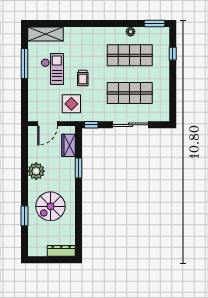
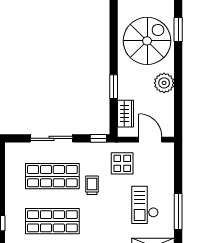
trolley: (83, 78) -> (92, 185), moved
door: (48, 124) -> (150, 140), hinge flipped
spiral stairs: (50, 206) -> (147, 41), width x1.37, depth x1.37

